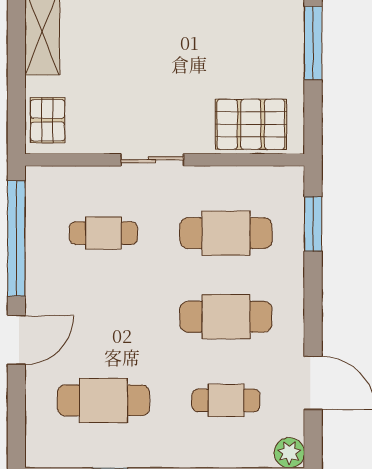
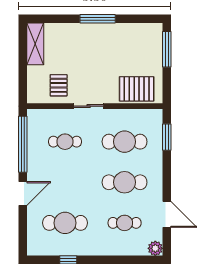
pallet: (48, 120) -> (59, 85), moved

